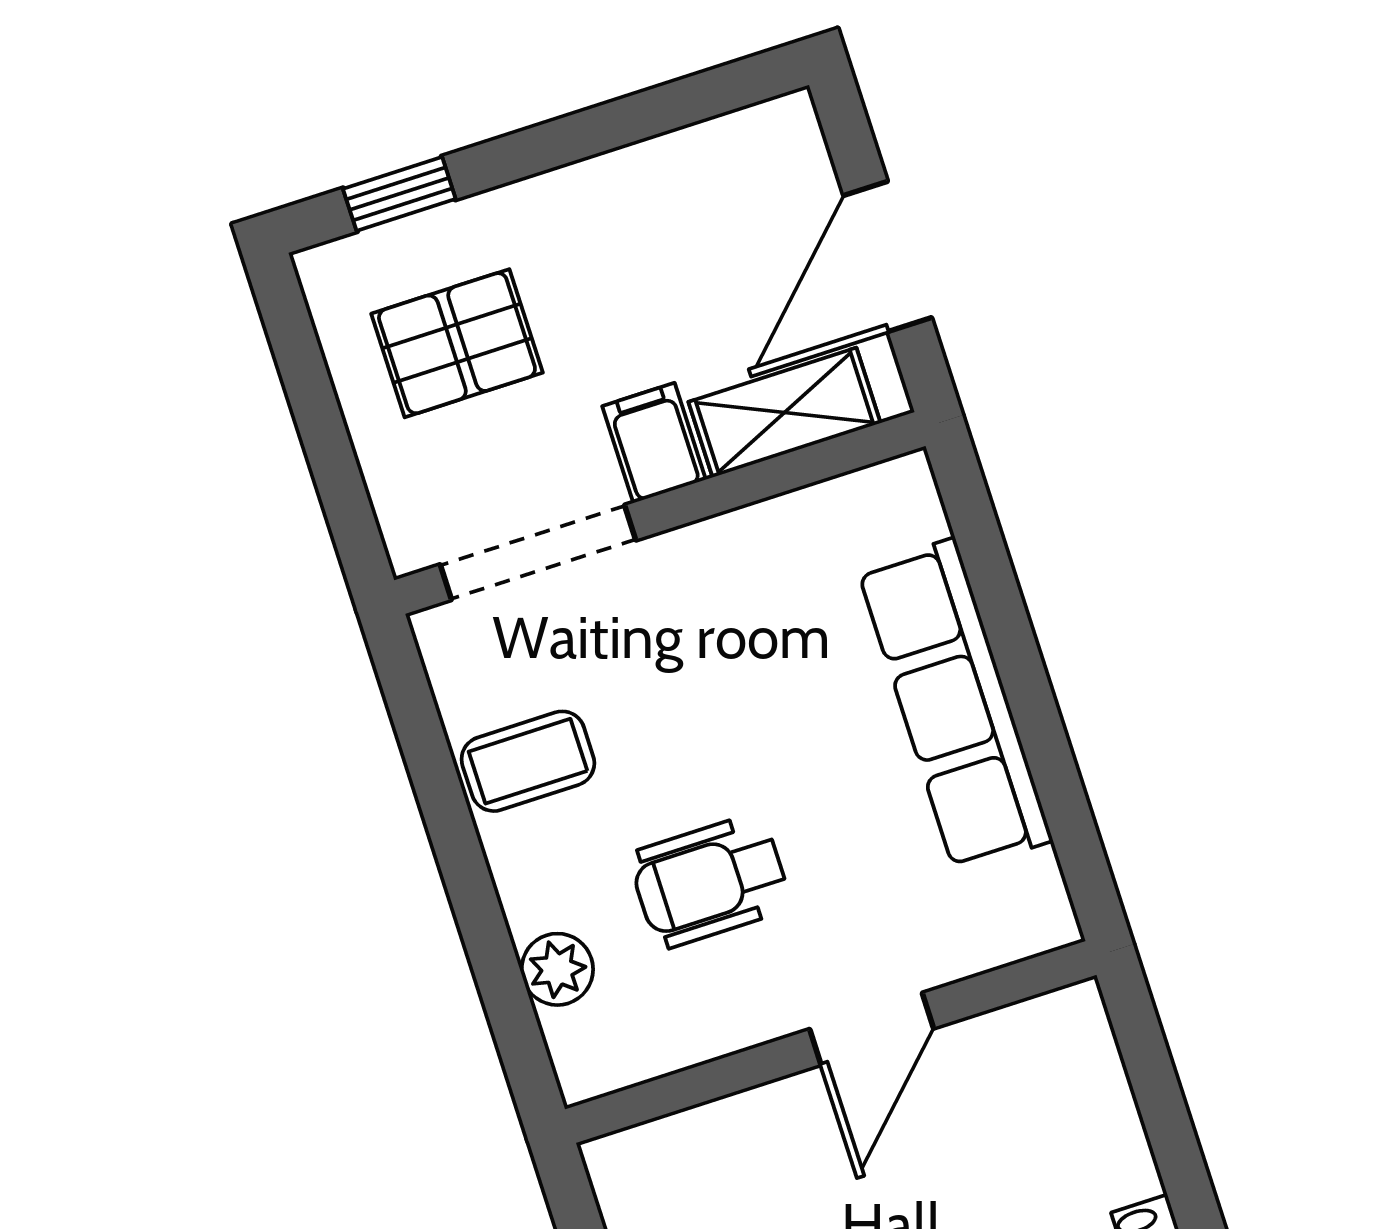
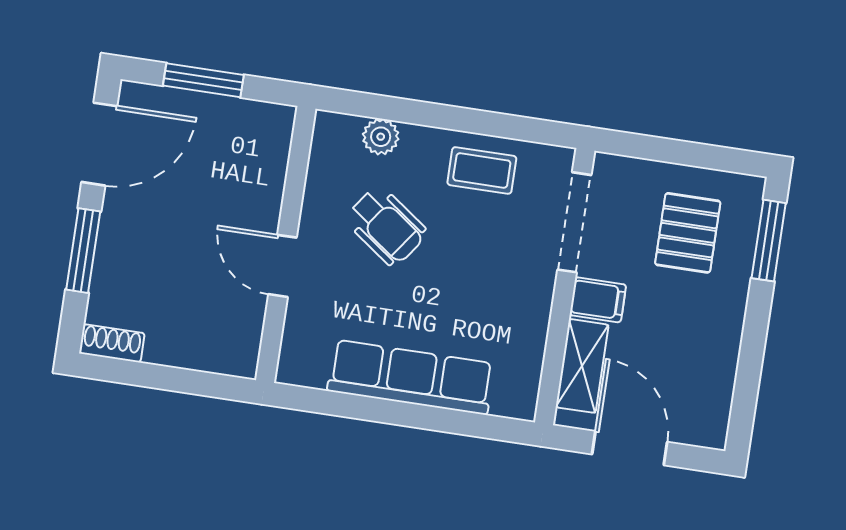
window: (399, 194) -> (769, 241), width x1.50
coffee table: (528, 761) -> (482, 170), turned 90
wheelchair: (710, 881) -> (386, 226), turned 126

